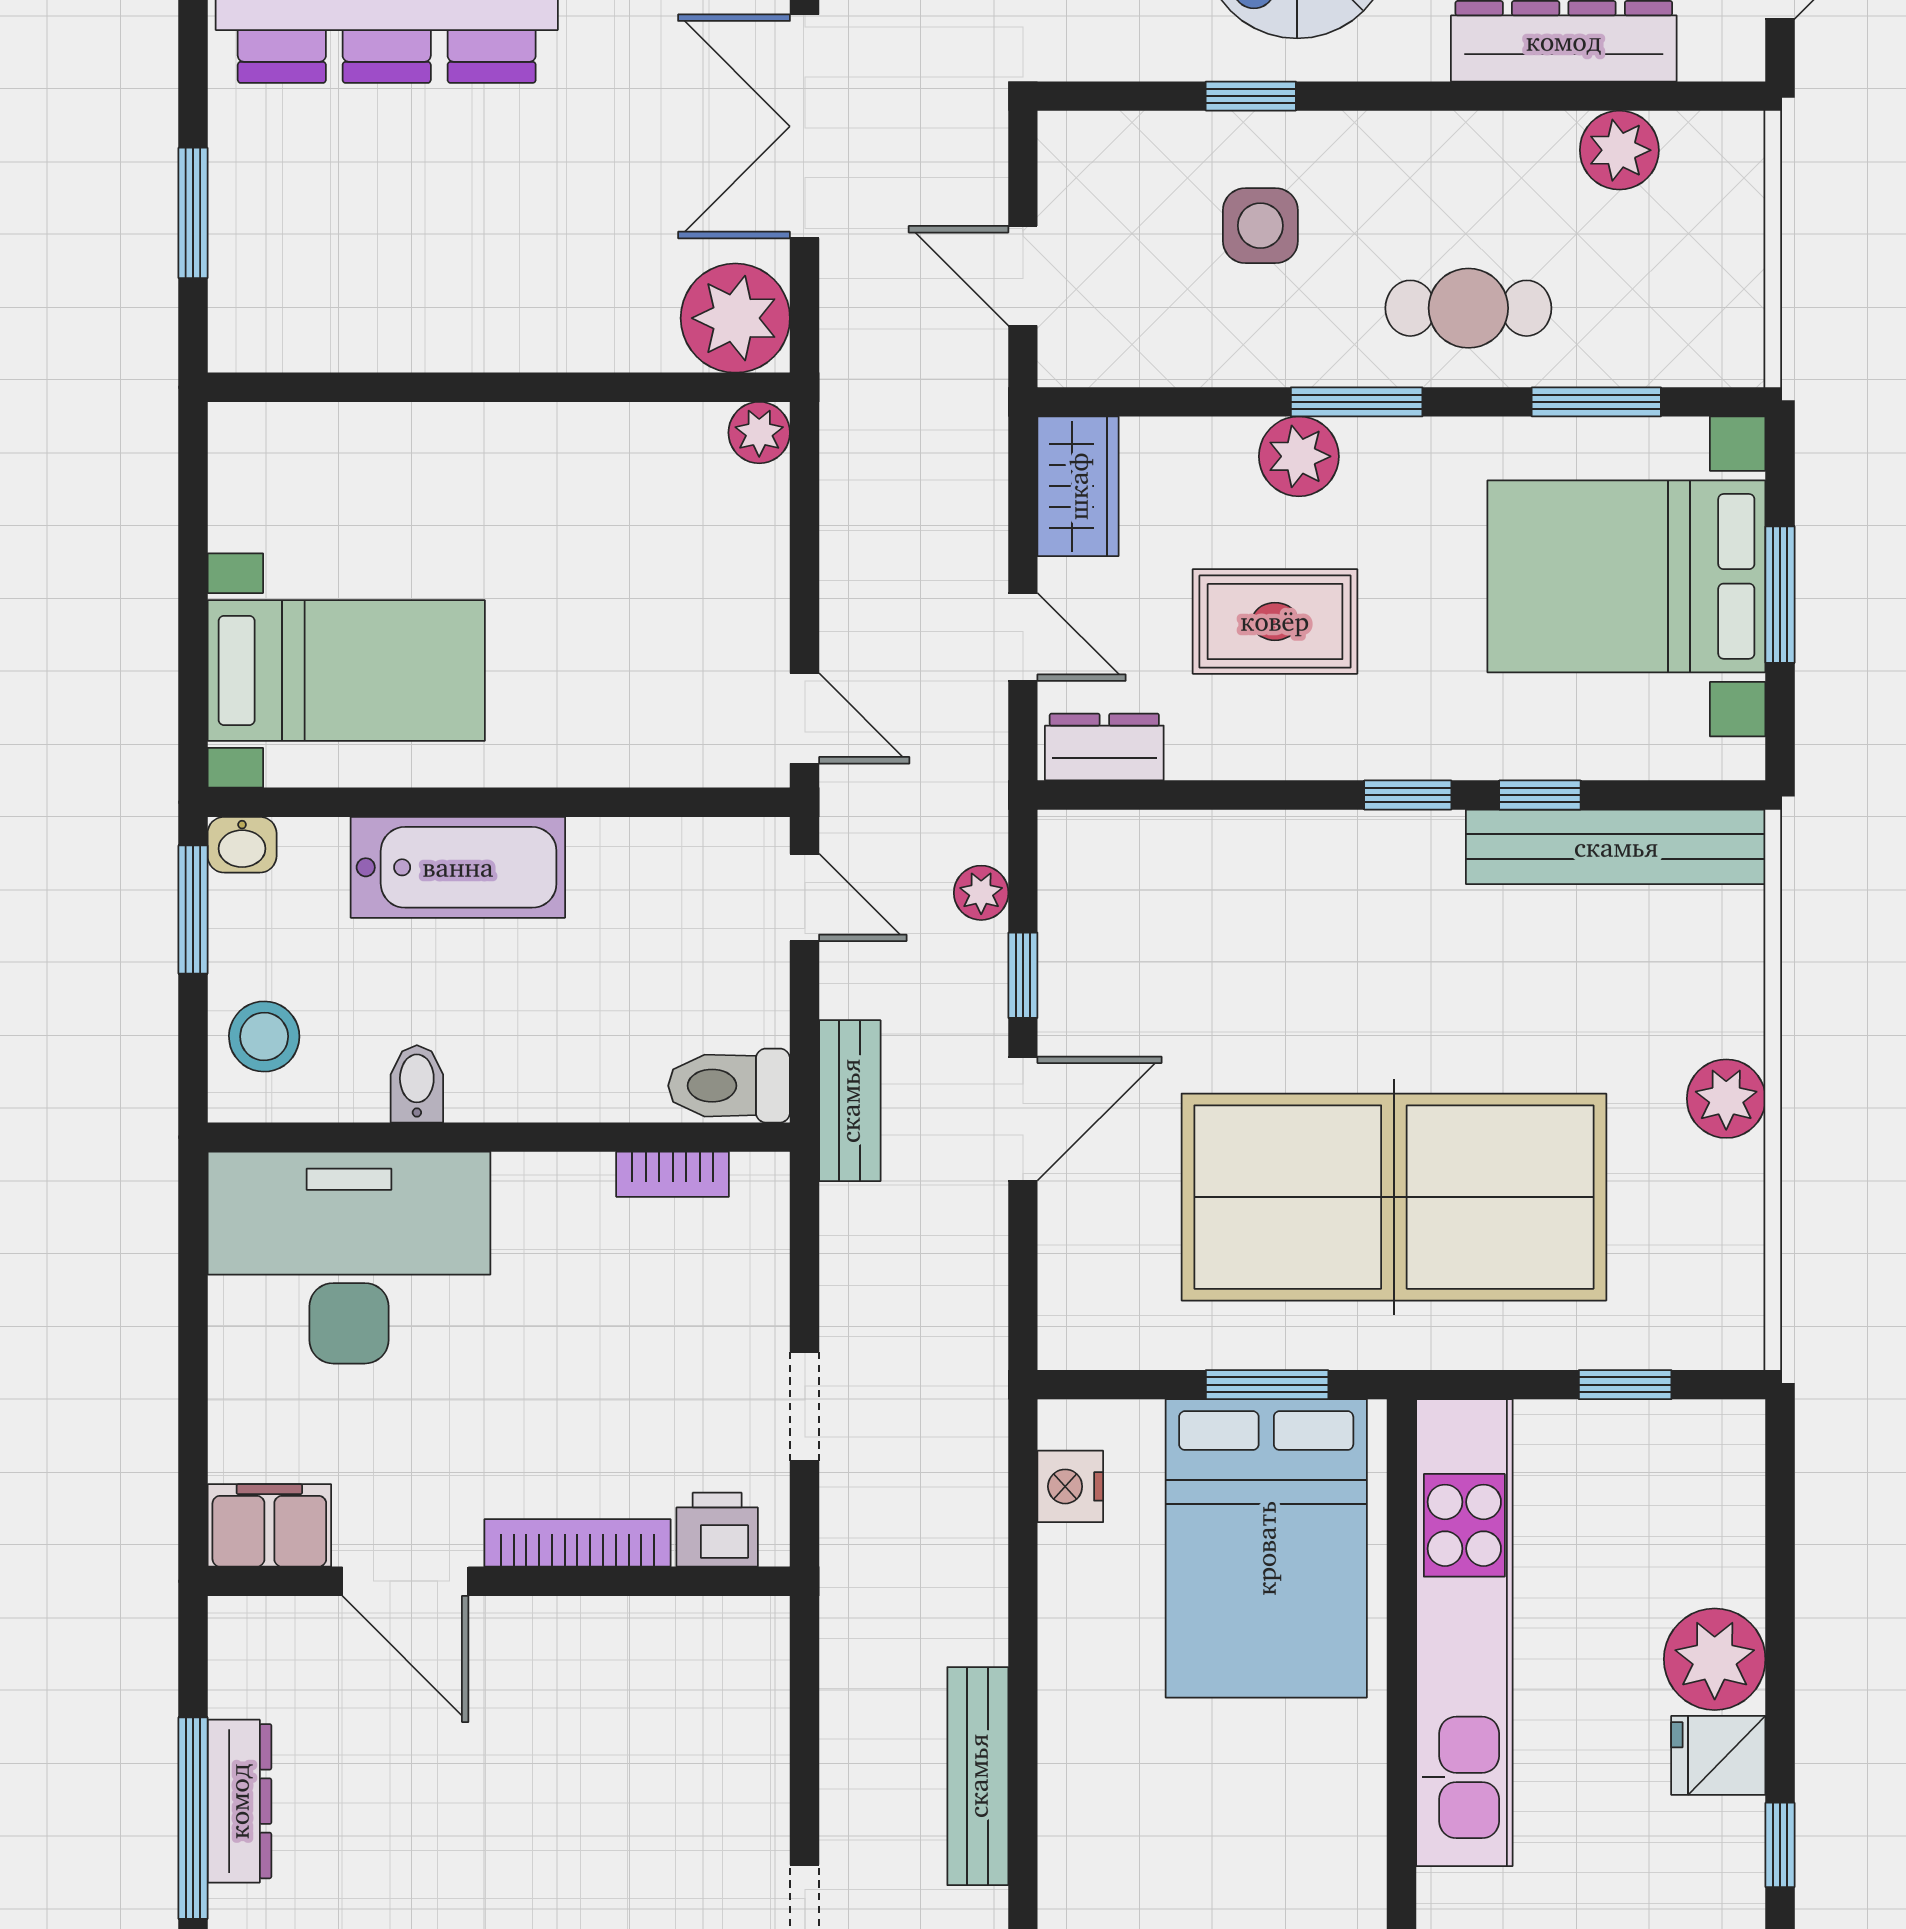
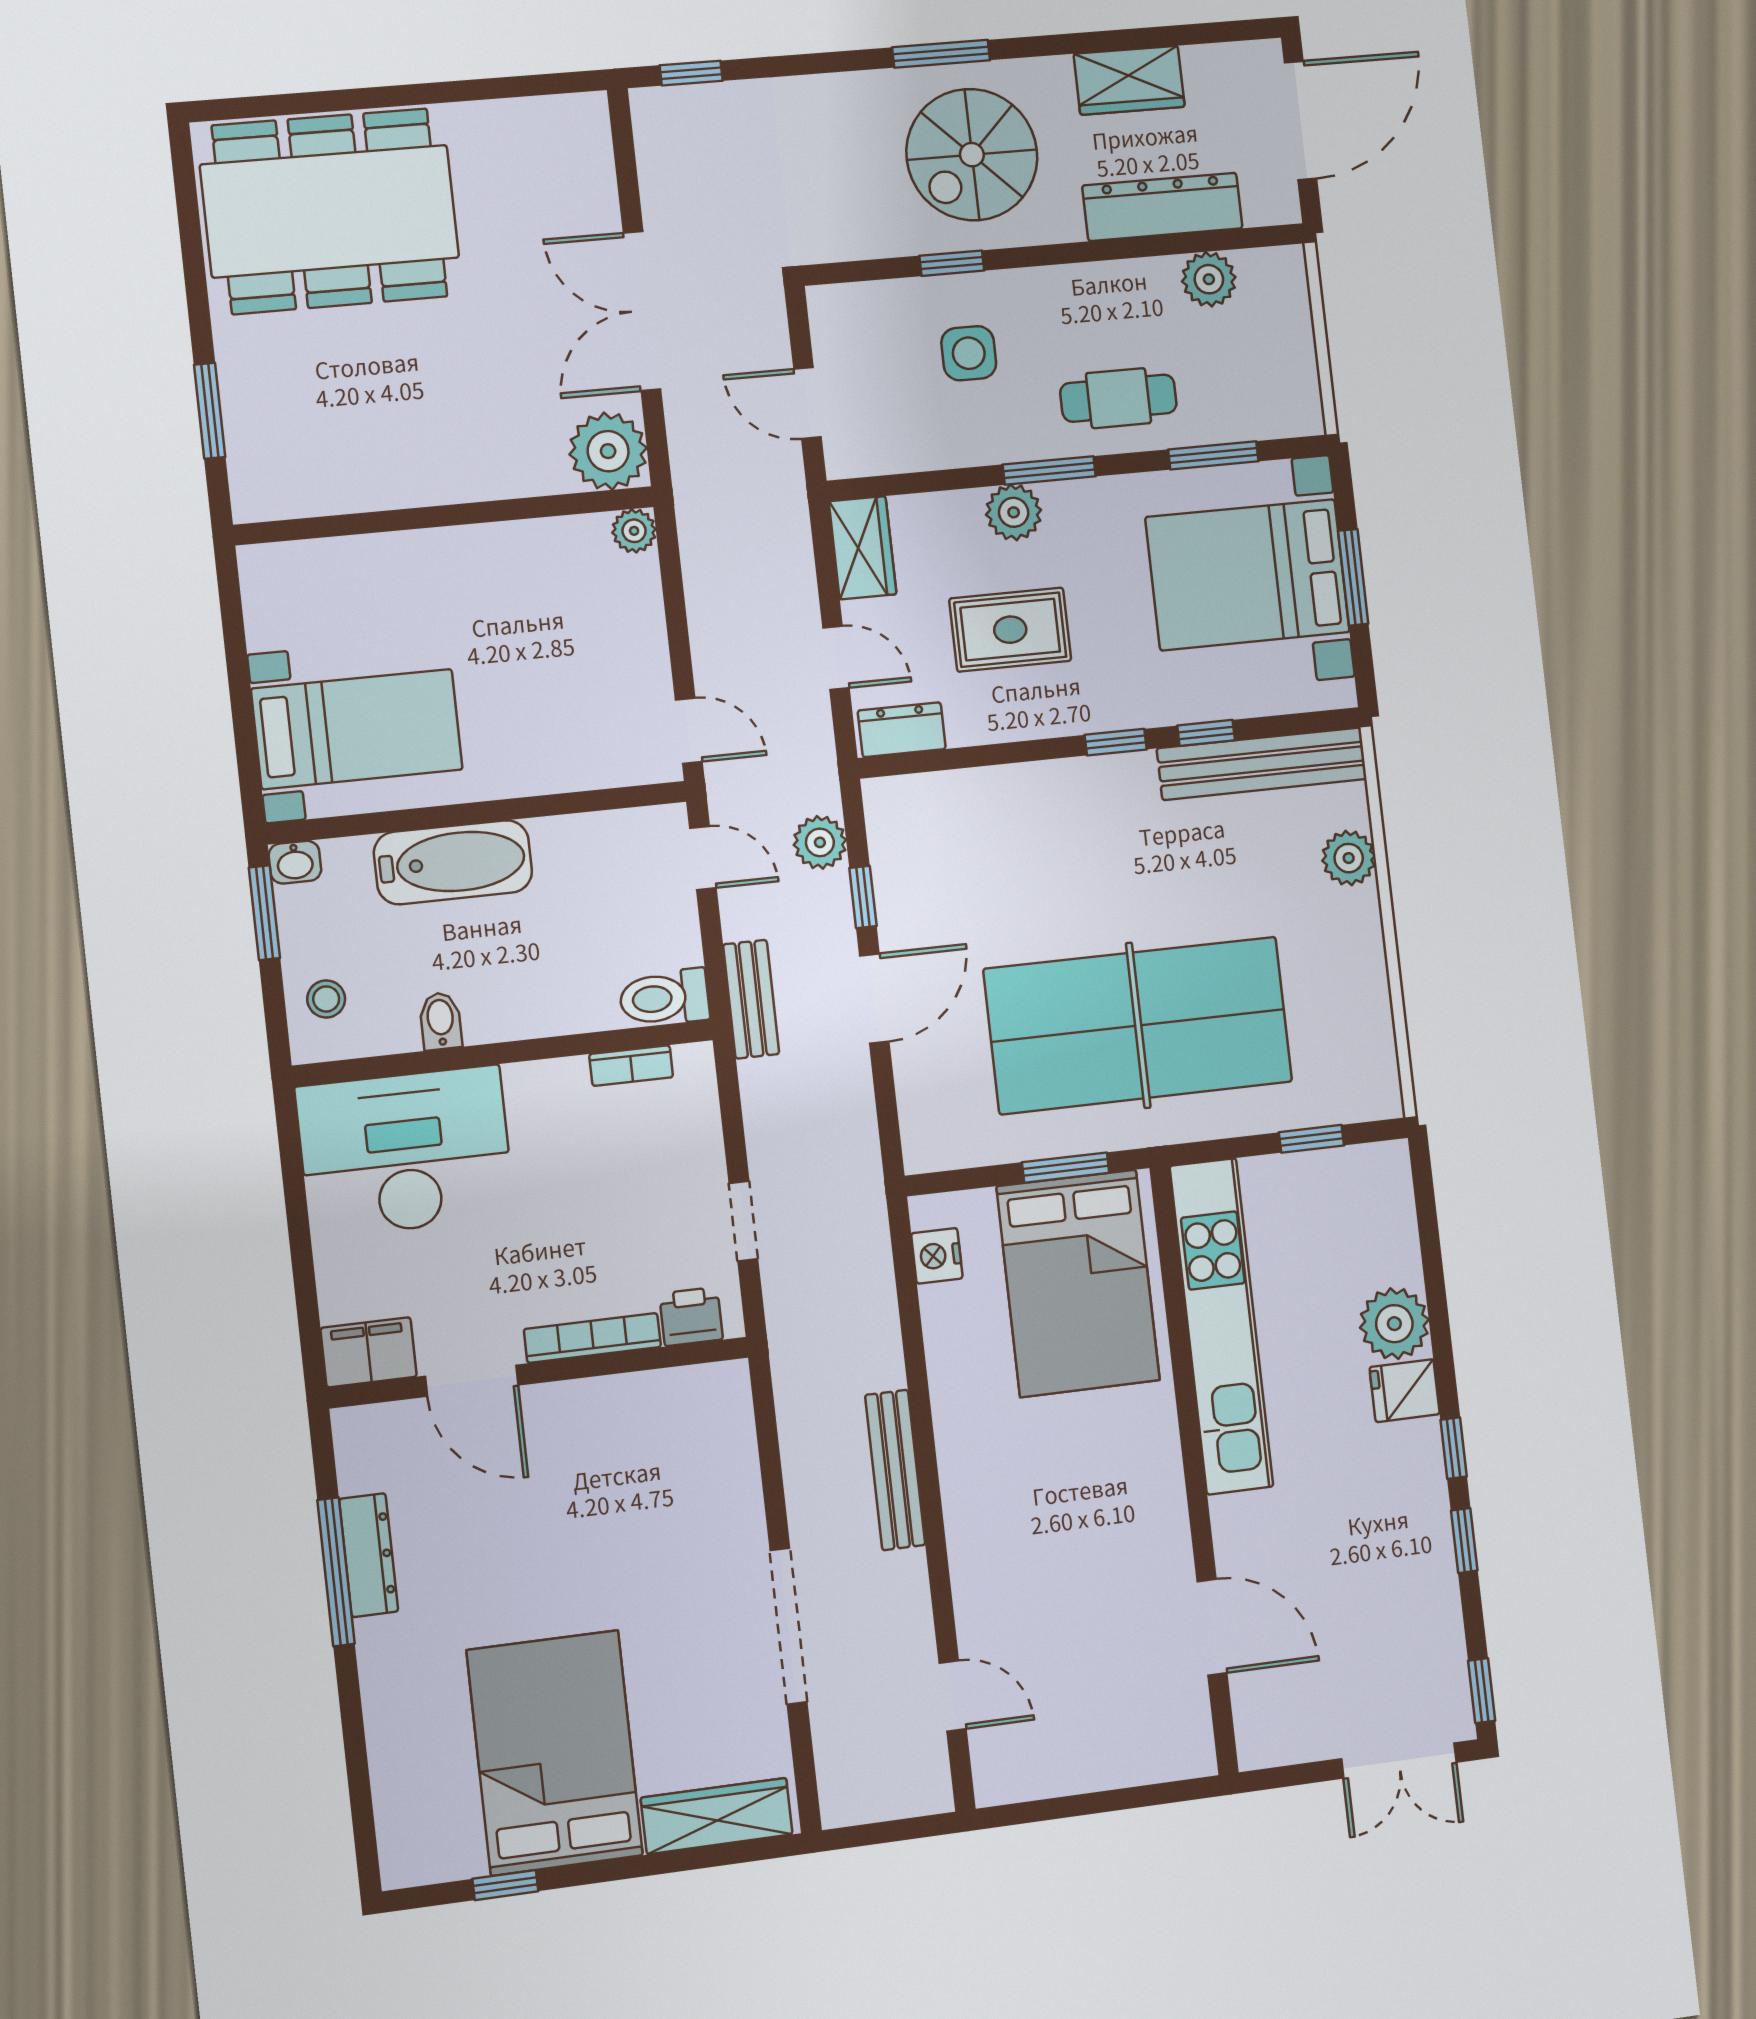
plant: (981, 893) -> (820, 842), width x1.38, depth x1.38
stool: (264, 1037) -> (326, 999), width x0.73, depth x0.73
plant: (1726, 1099) -> (1349, 858), moved

